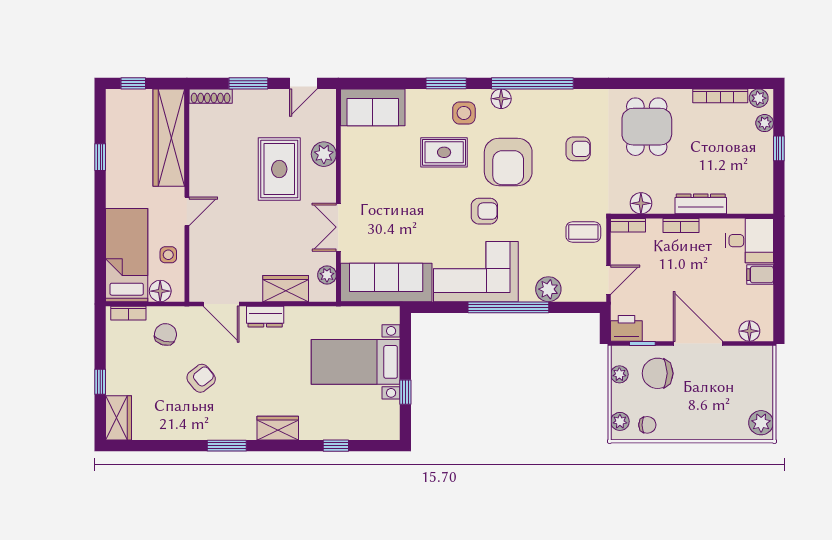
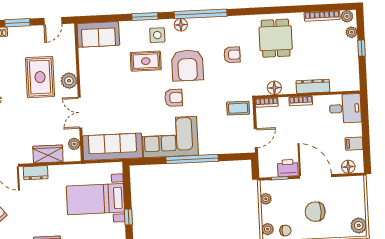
plant: (324, 154) -> (69, 81), moved
filing cabinet: (760, 275) -> (354, 144), moved
plant: (548, 289) -> (217, 146), removed
printer: (626, 328) -> (288, 168), moved
chair: (658, 373) -> (315, 212), moved

